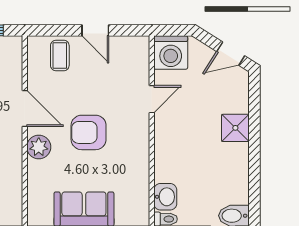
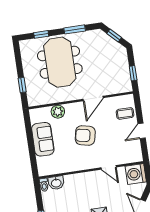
armchair: (89, 132) -> (85, 135), turned -78
plant: (39, 147) -> (58, 112), moved

